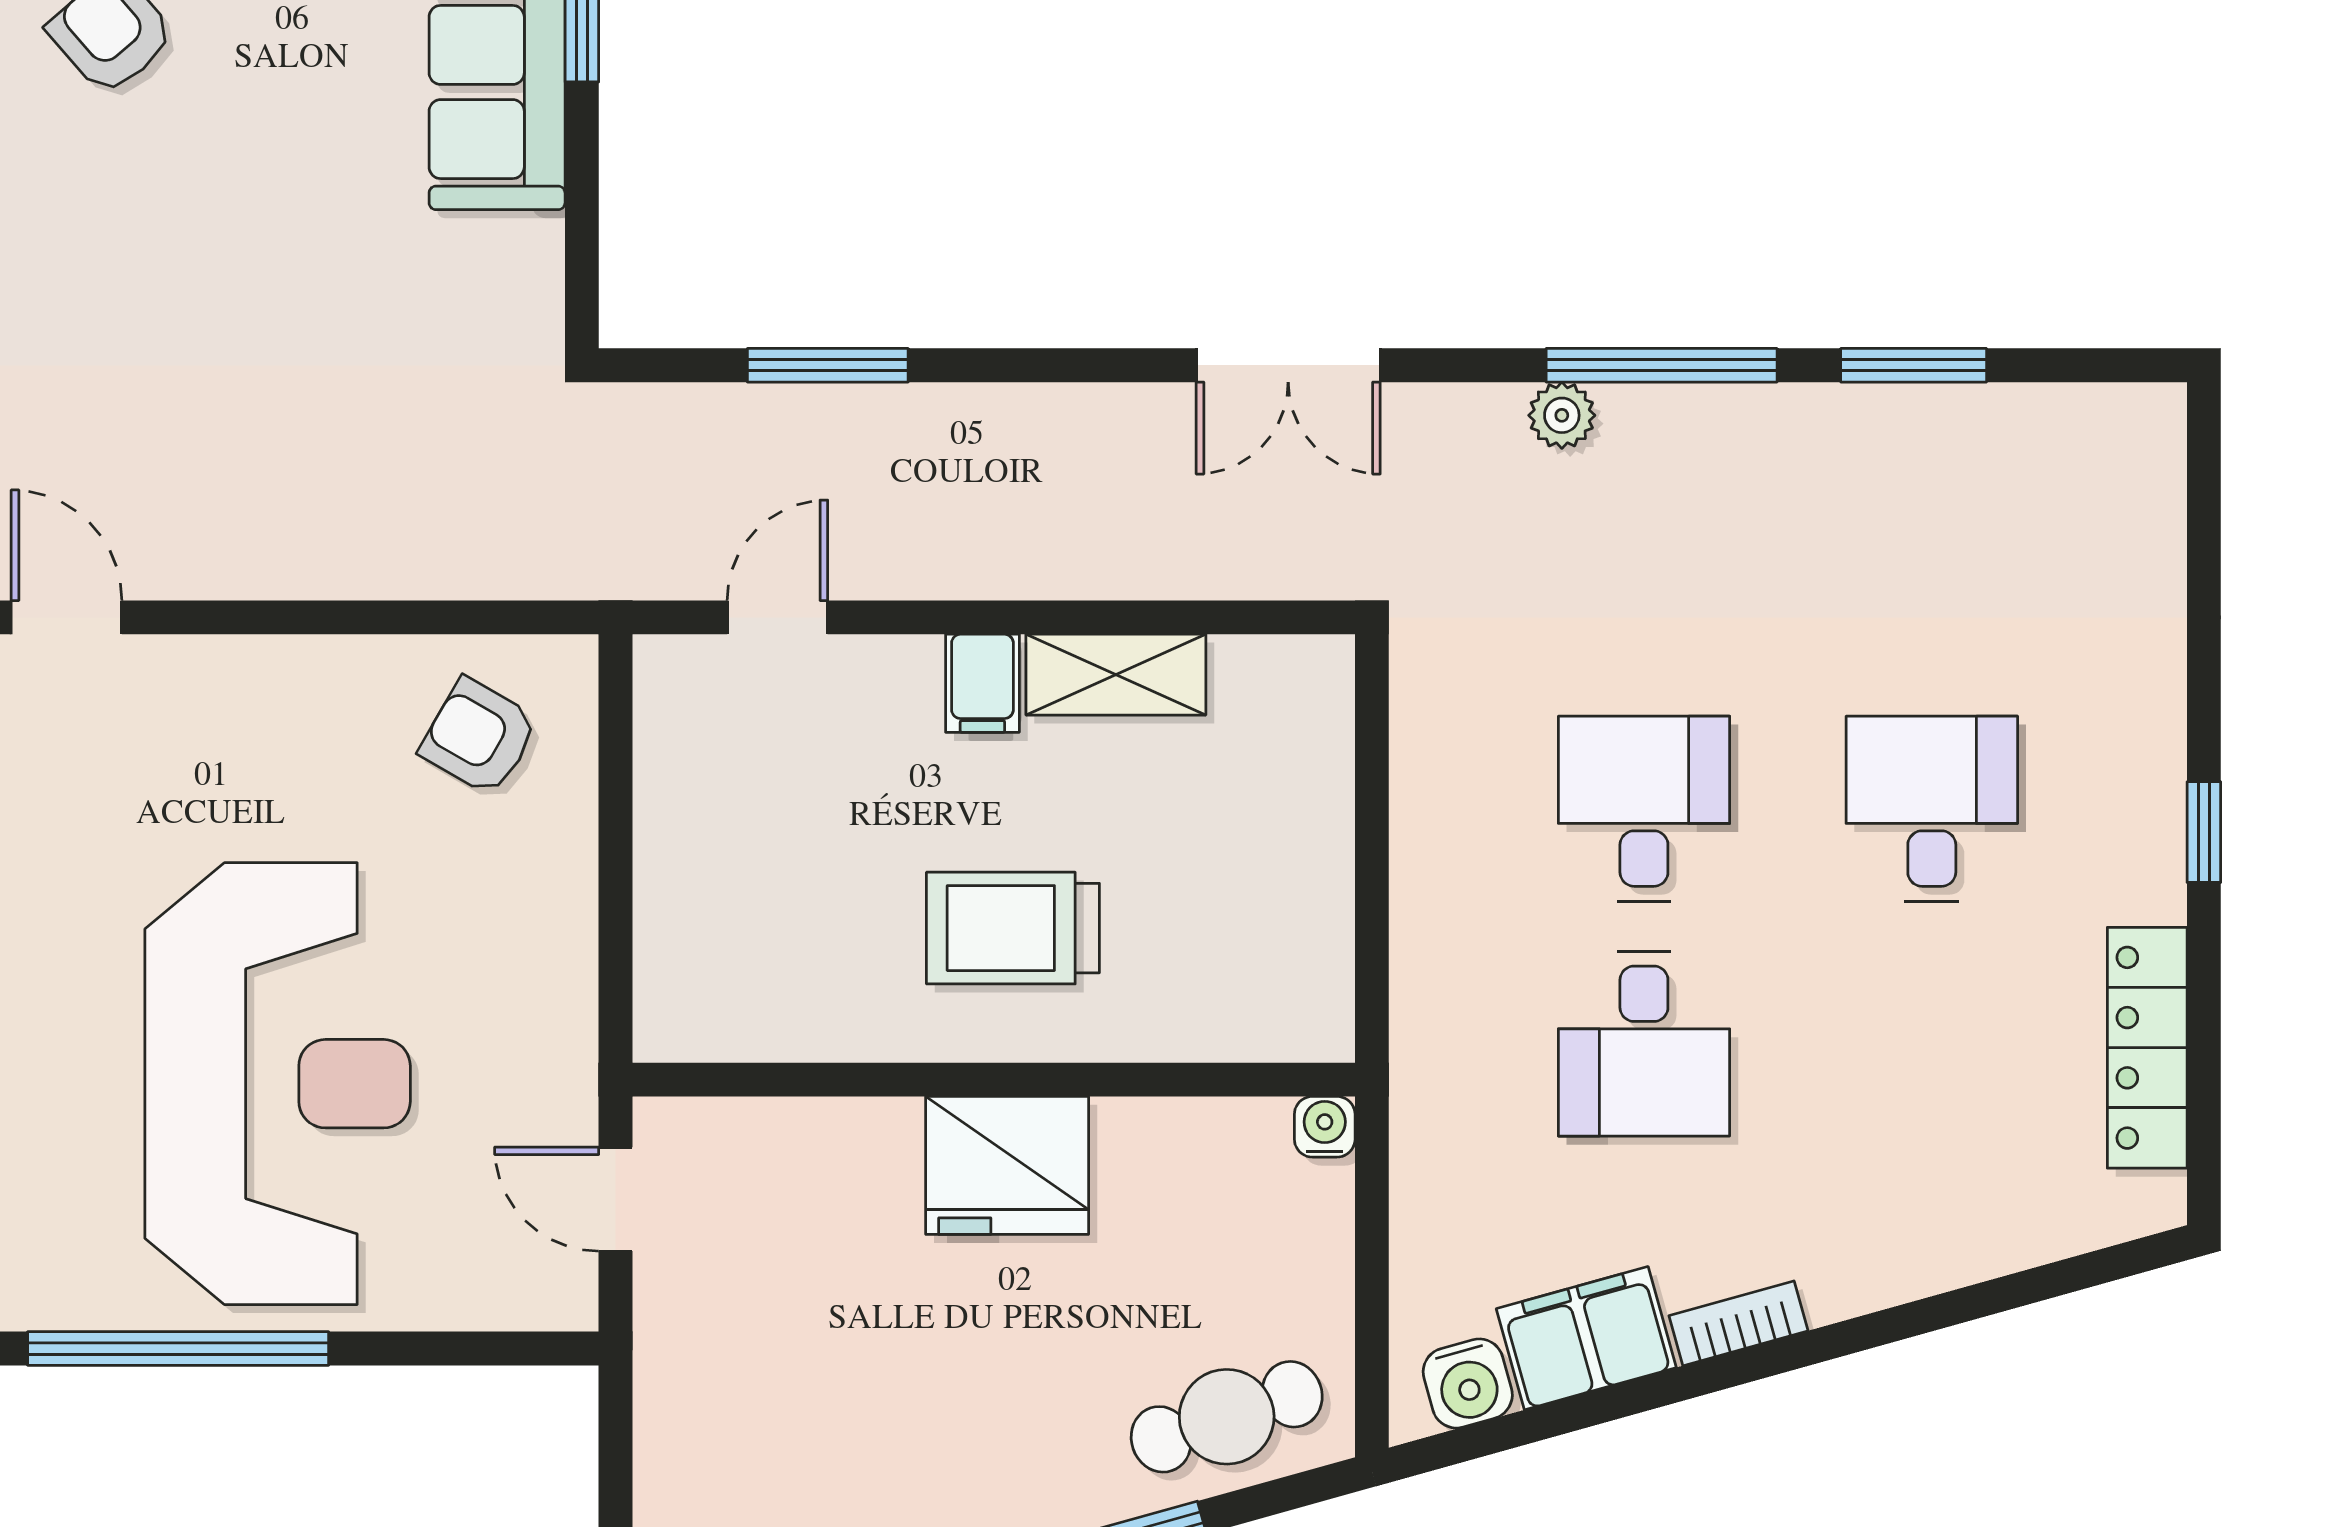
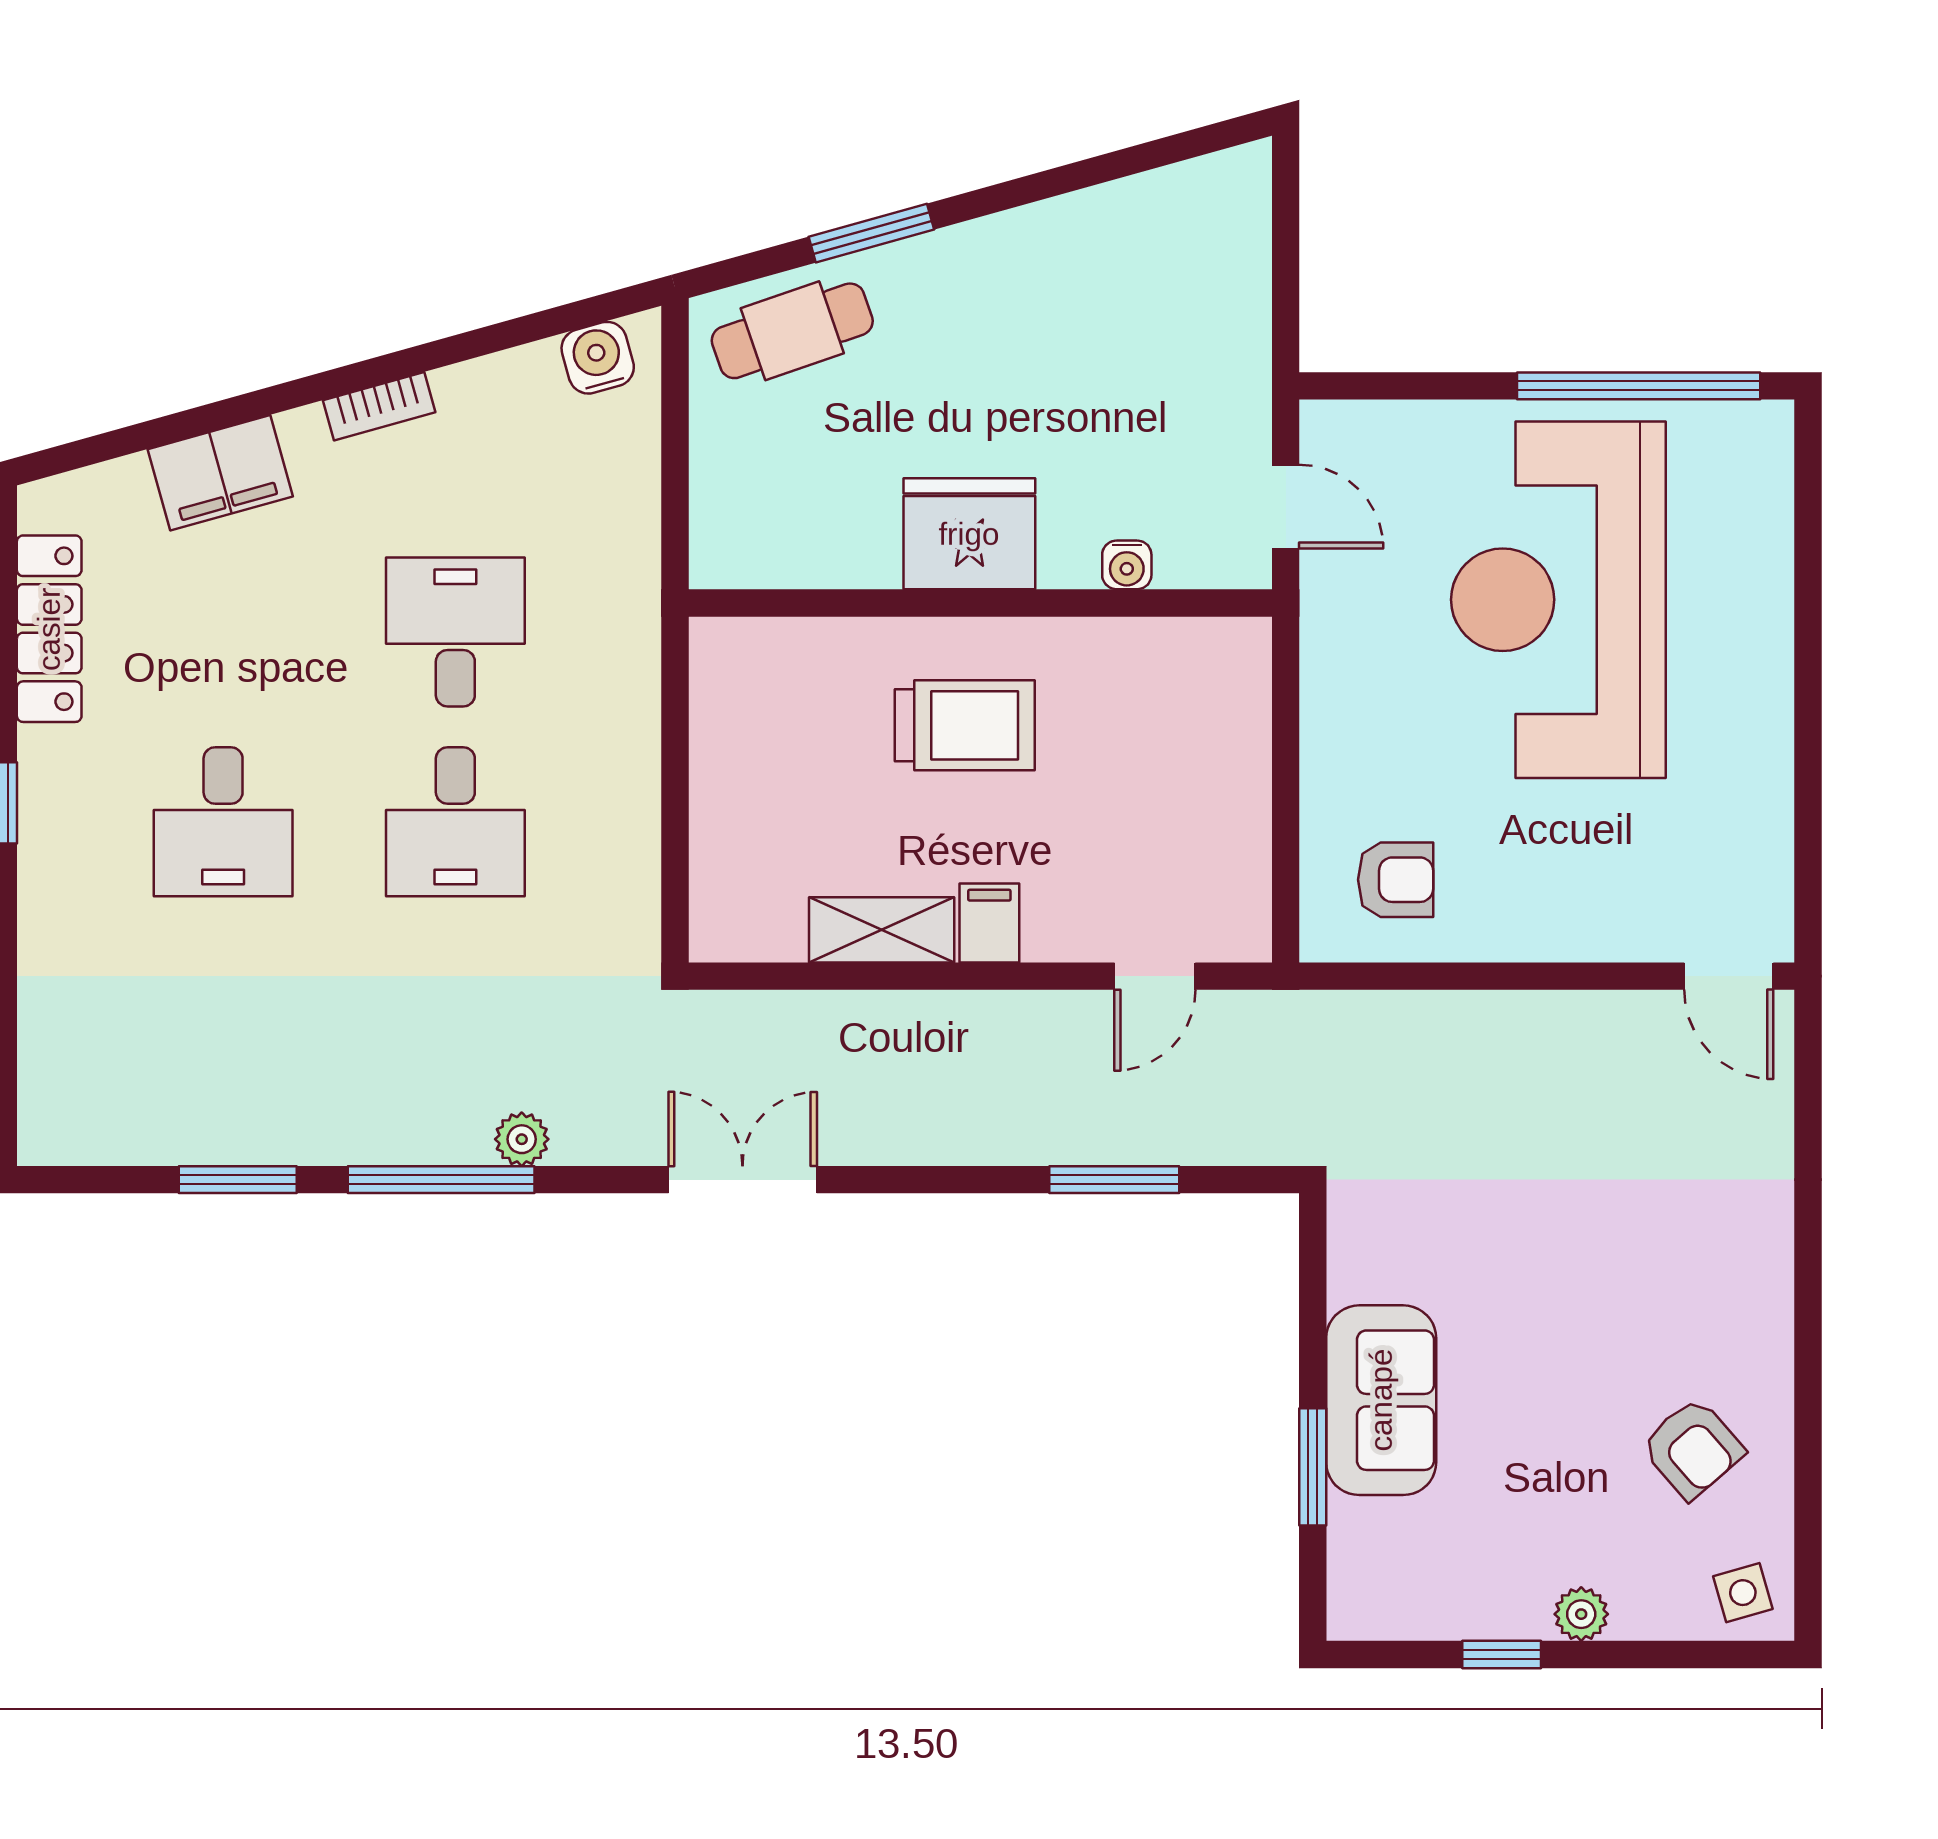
armchair: (479, 737) -> (1396, 880), turned -30
water cooler: (1325, 1127) -> (1127, 565), moved
filing cabinet: (1586, 1338) -> (220, 473), moved

